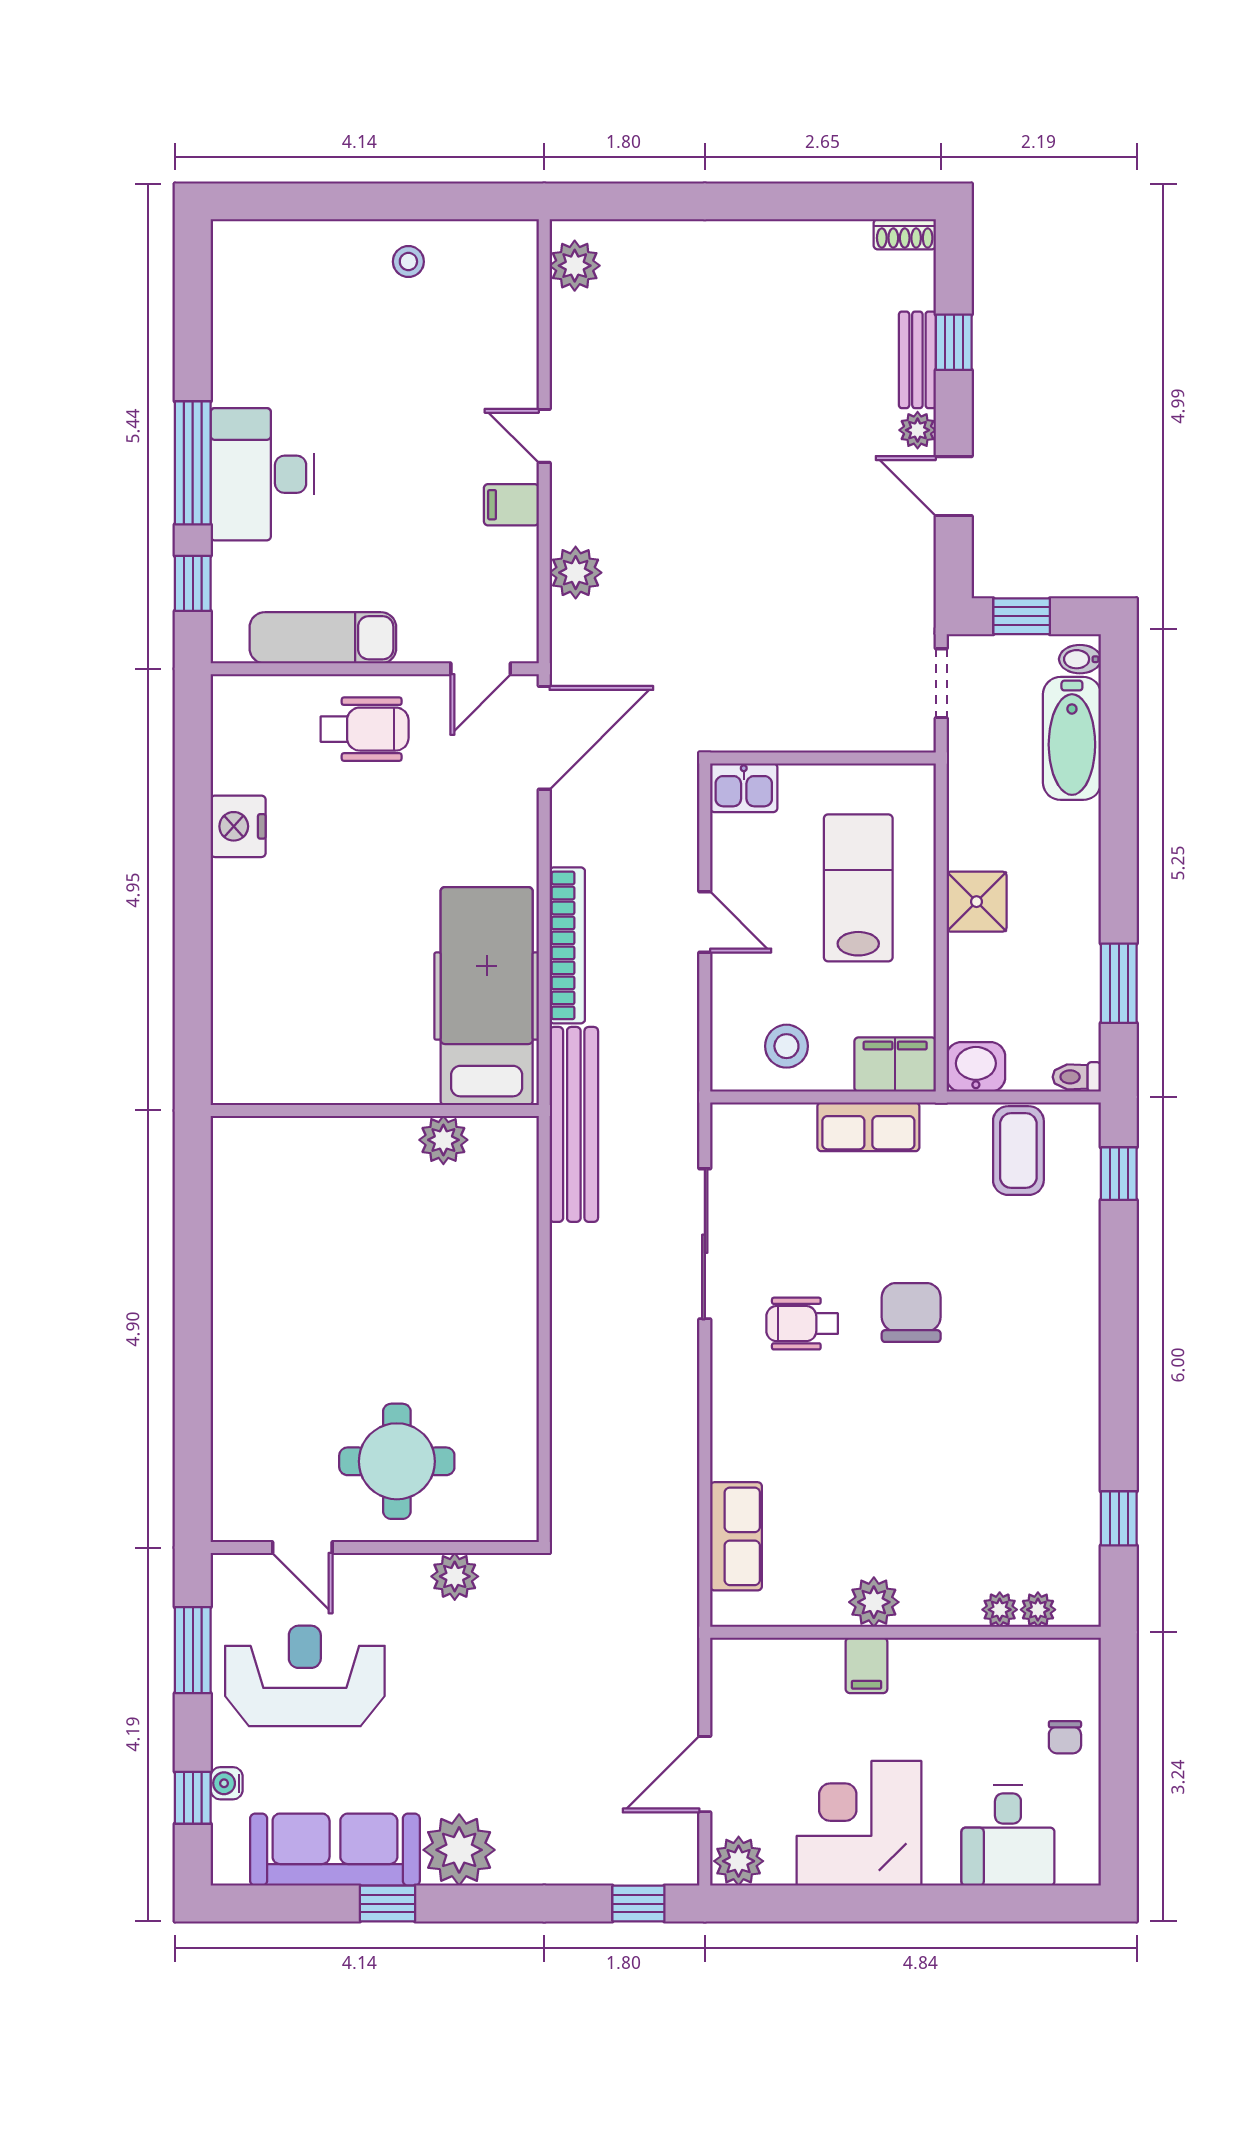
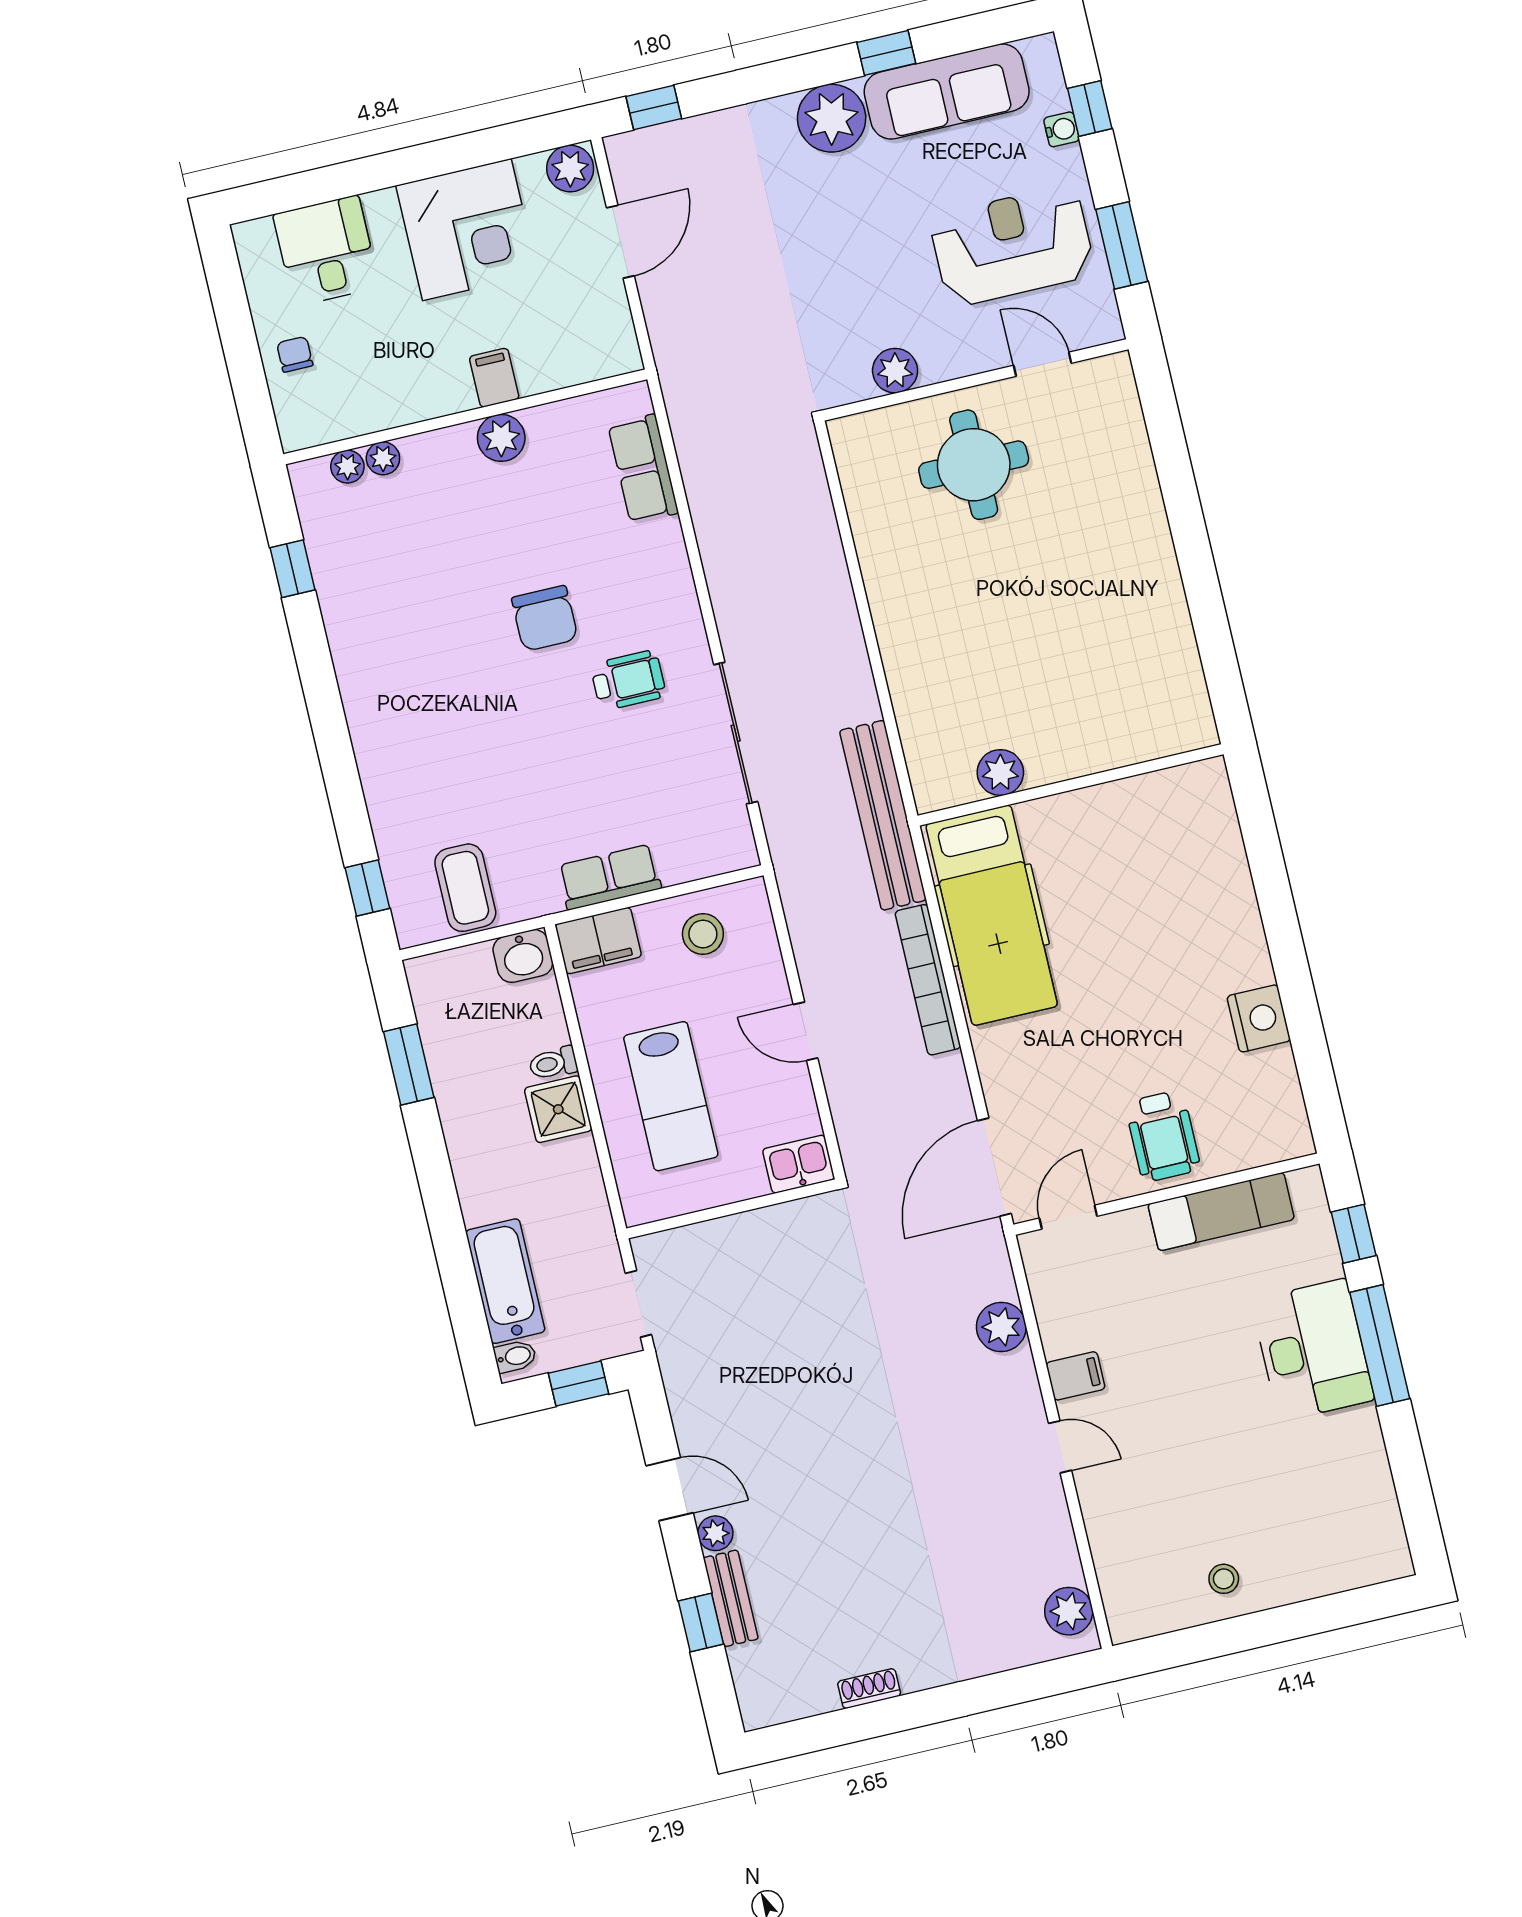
shoe rack: (905, 234) -> (869, 1689), moved
wheelchair: (365, 729) -> (1163, 1136), turned -90
toilet: (1077, 1077) -> (553, 1063), moved, turned 180
chair: (911, 1312) -> (545, 618), moved
reception desk: (305, 1676) -> (1012, 246), turned 180

